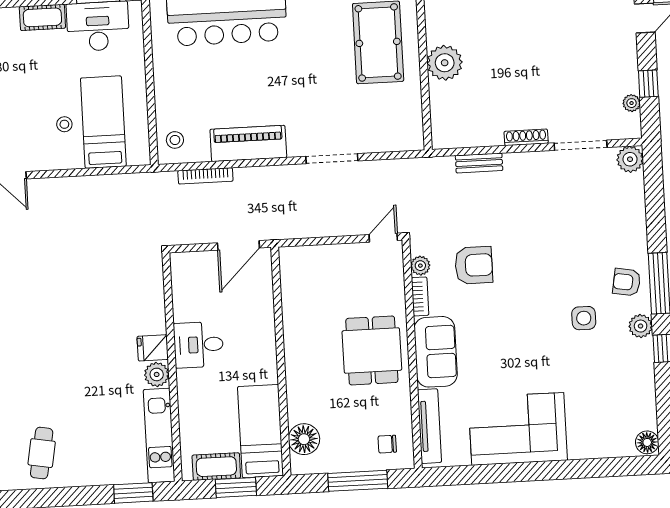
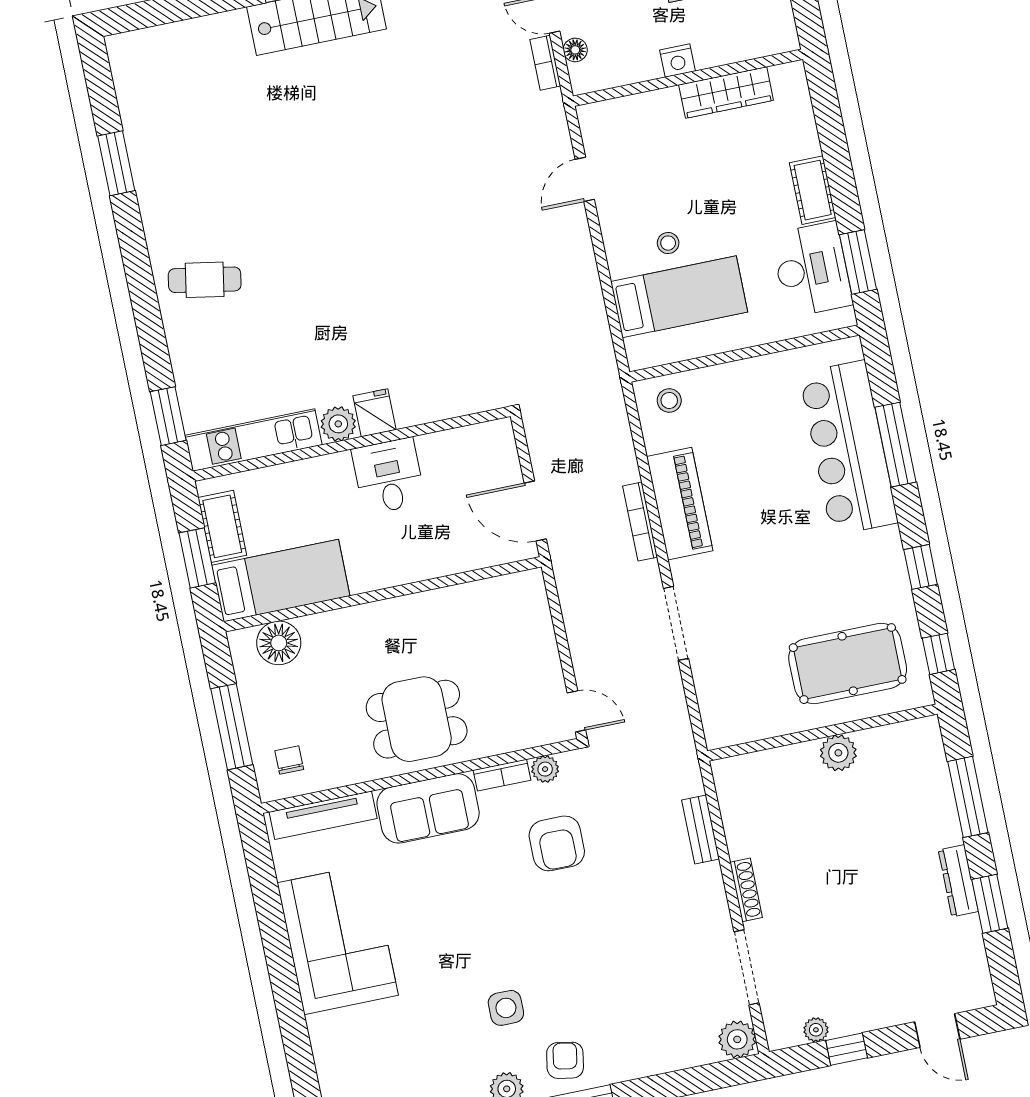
plant: (445, 63) -> (838, 753), width x0.73, depth x0.73
bookcase: (205, 176) -> (640, 522), moved

